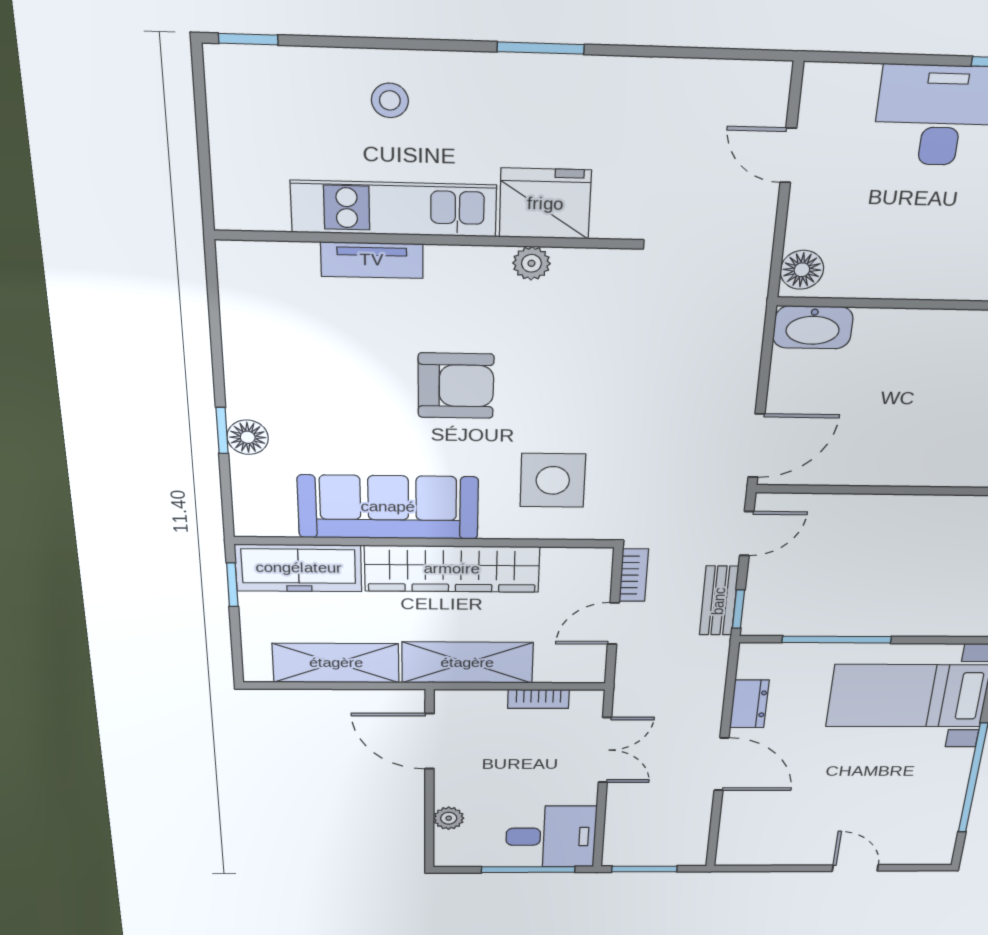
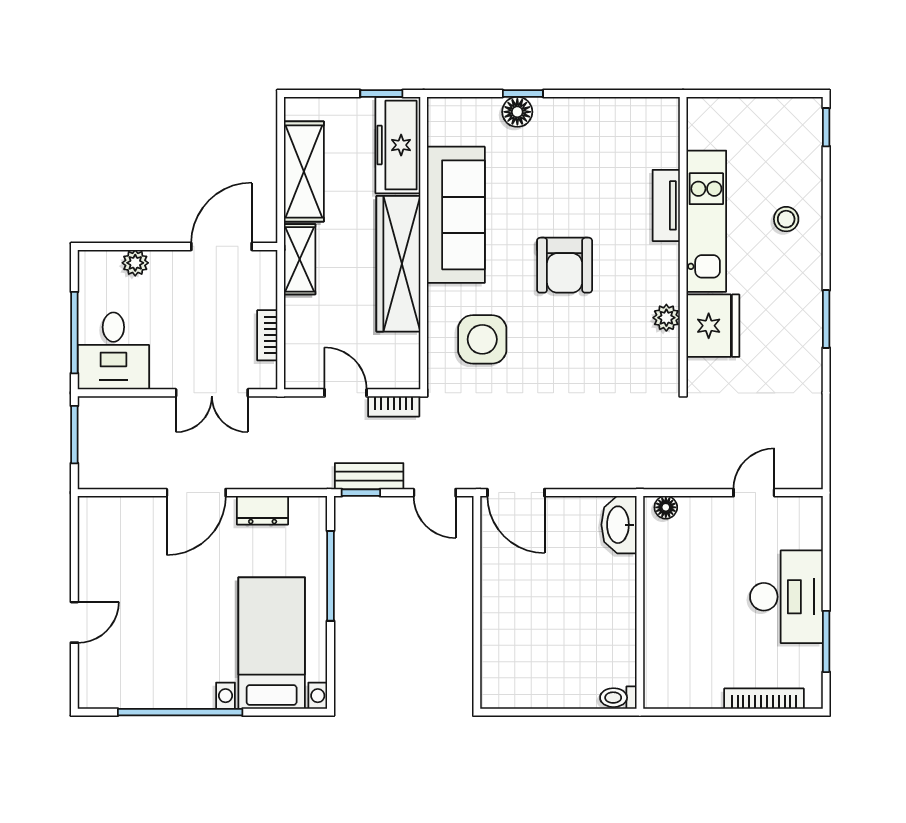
floor lamp: (802, 270) -> (666, 507), width x0.73, depth x0.73
shelving: (467, 663) -> (300, 259), width x0.67, depth x0.75

